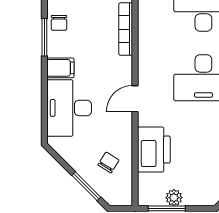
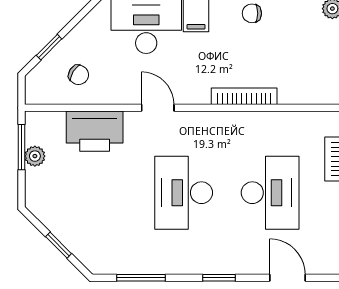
window: (86, 186) -> (49, 47), width x0.67

